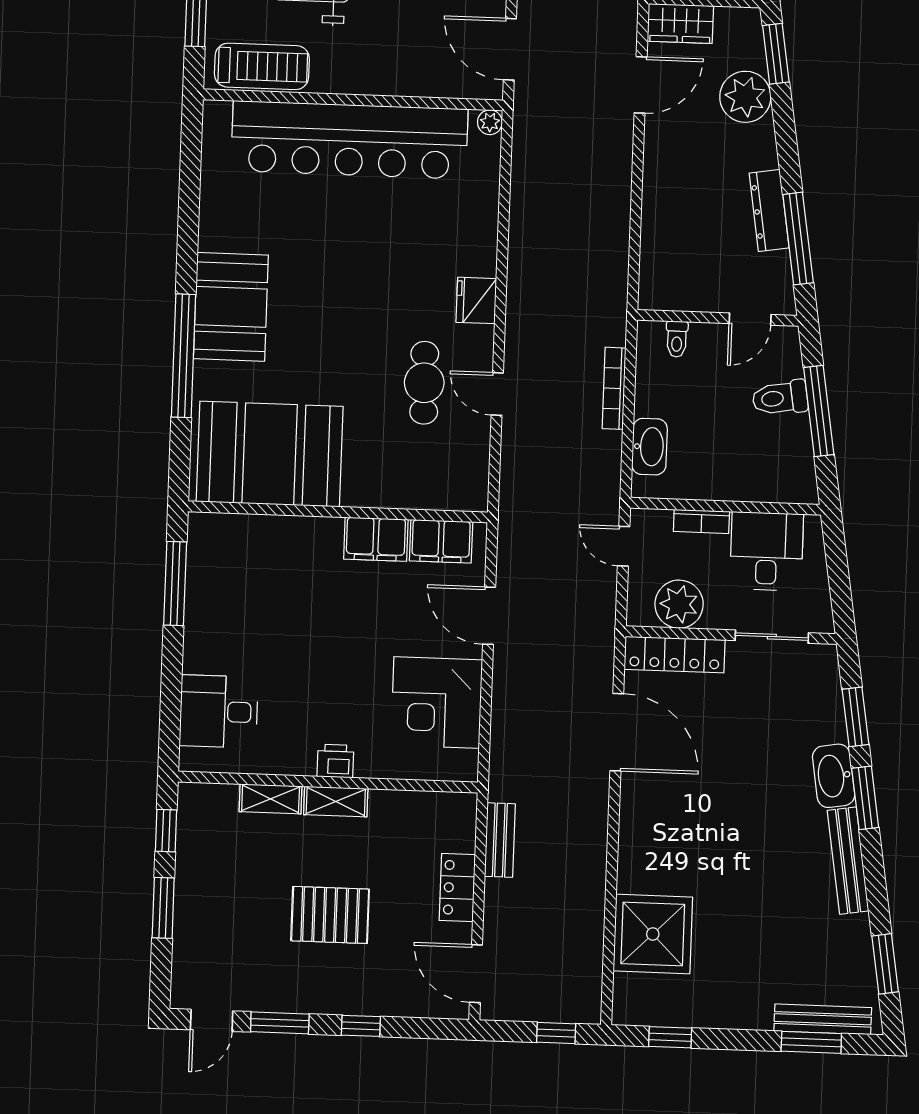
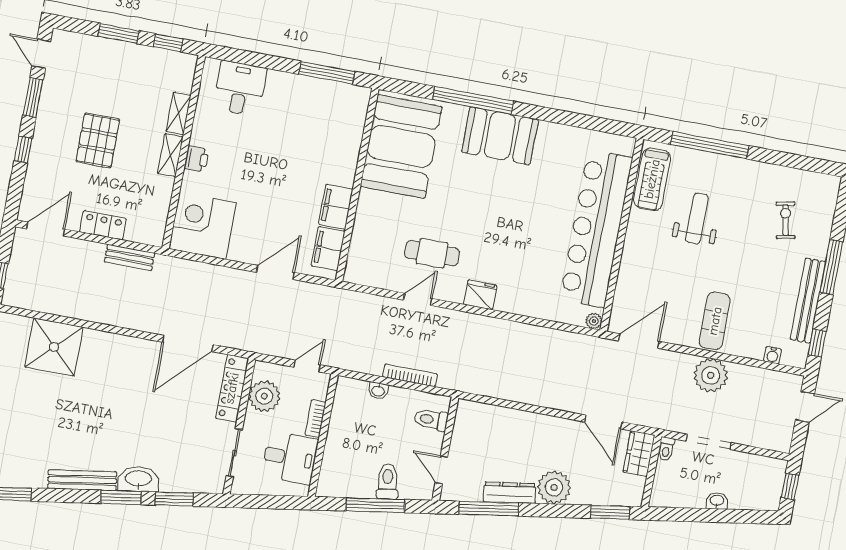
plant: (745, 97) -> (554, 487), moved
toilet: (677, 339) -> (431, 420), width x1.37, depth x1.39
washbasin: (649, 447) -> (378, 391), width x0.52, depth x0.69
corner desk: (437, 703) -> (203, 226), moved

